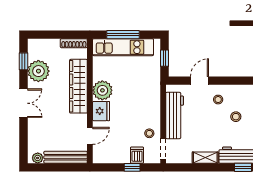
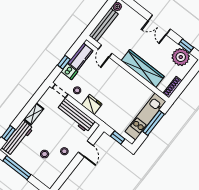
plant: (38, 71) -> (181, 57), moved
plant: (102, 90) -> (128, 82), removed
fridge: (101, 111) -> (92, 105), moved, turned 180
kitchen counter: (114, 156) -> (81, 57), added

